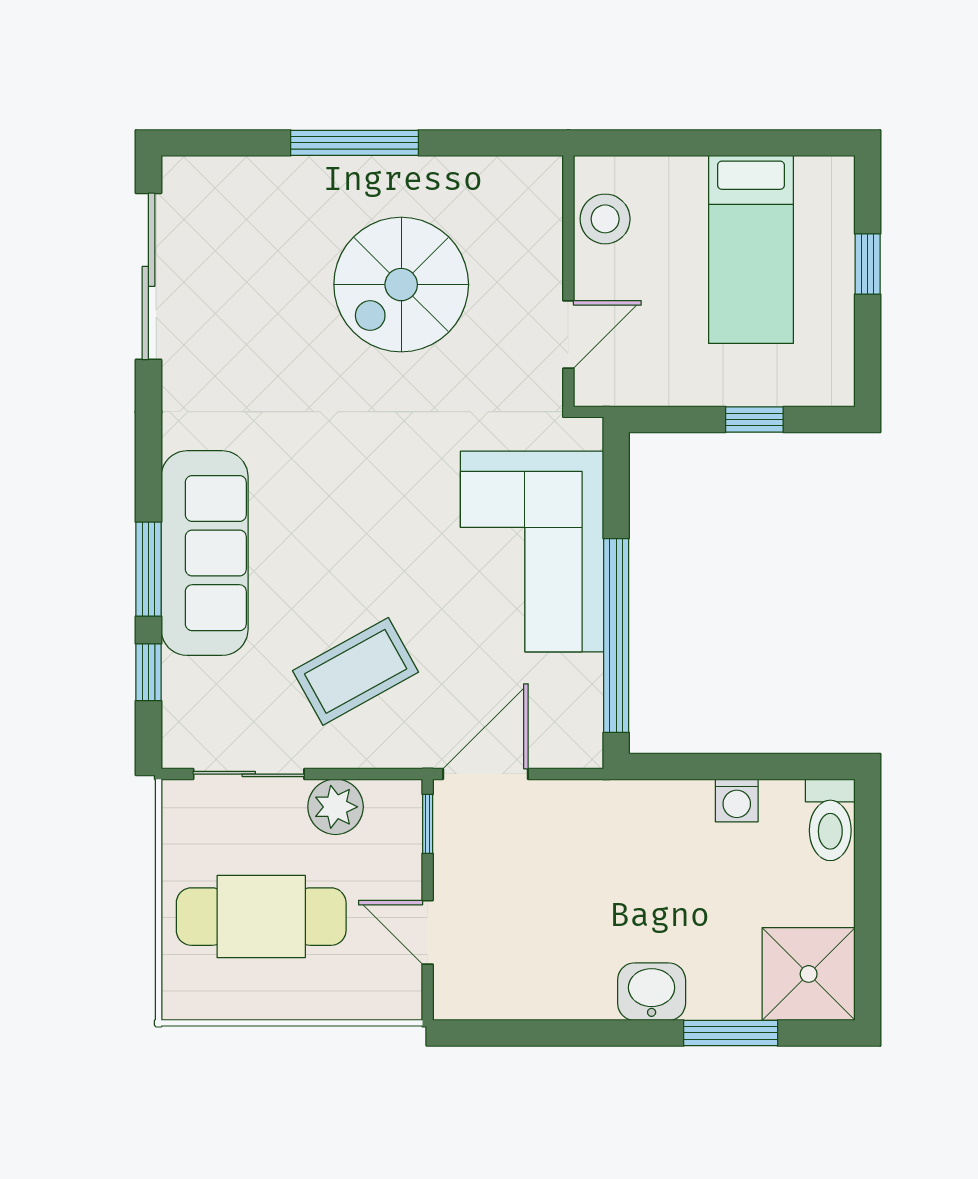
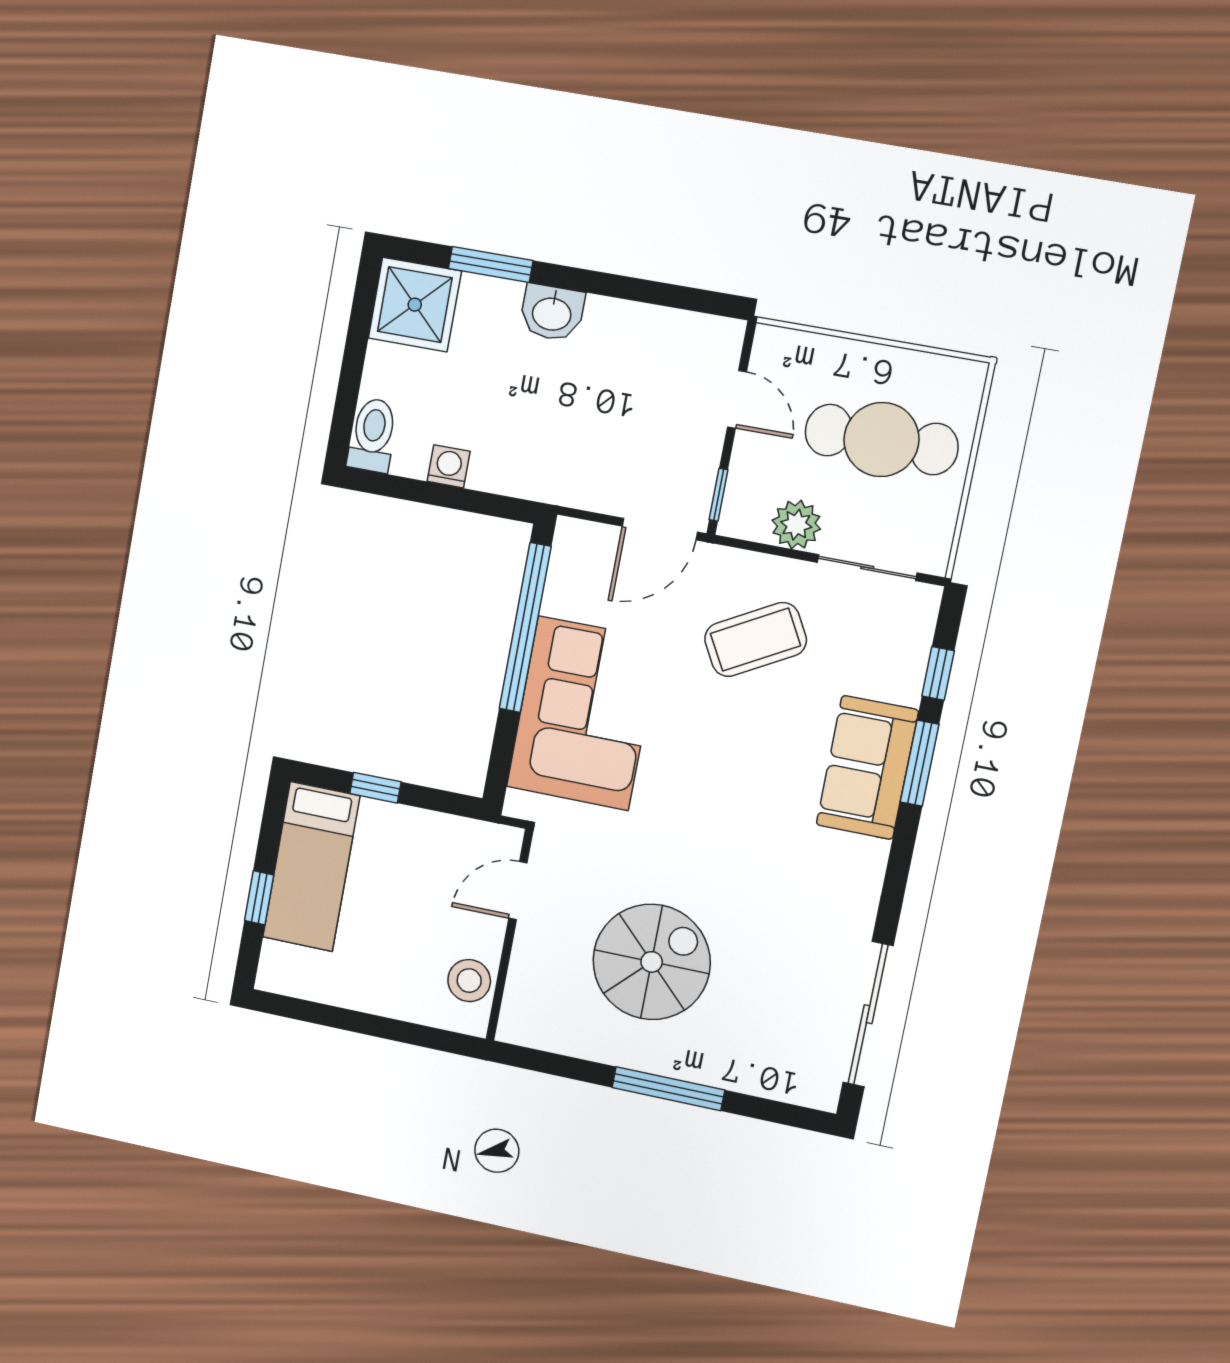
bed: (751, 249) -> (311, 867), moved, turned 180
sofa: (205, 553) -> (867, 768), width x0.73

